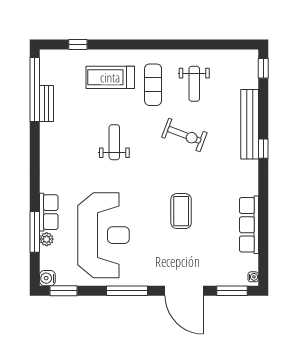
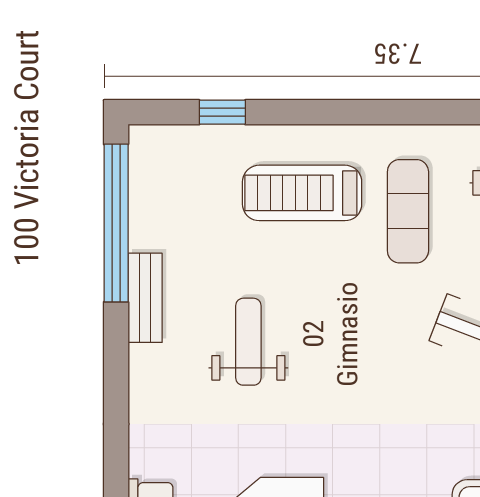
bench: (47, 103) -> (145, 298), moved
weight bench: (114, 142) -> (248, 342), moved

